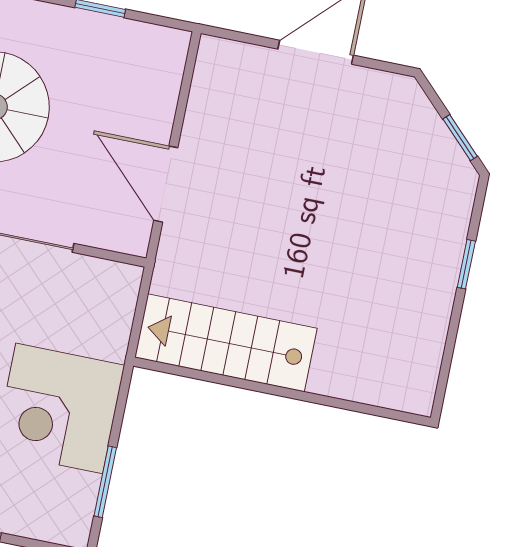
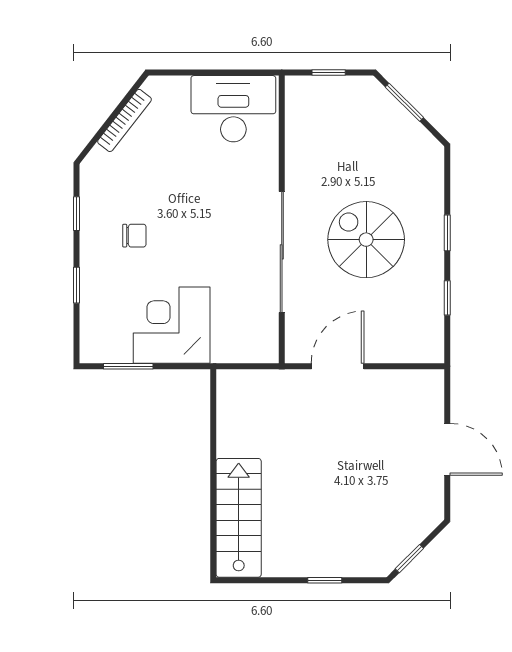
stairs: (226, 343) -> (239, 518), moved

